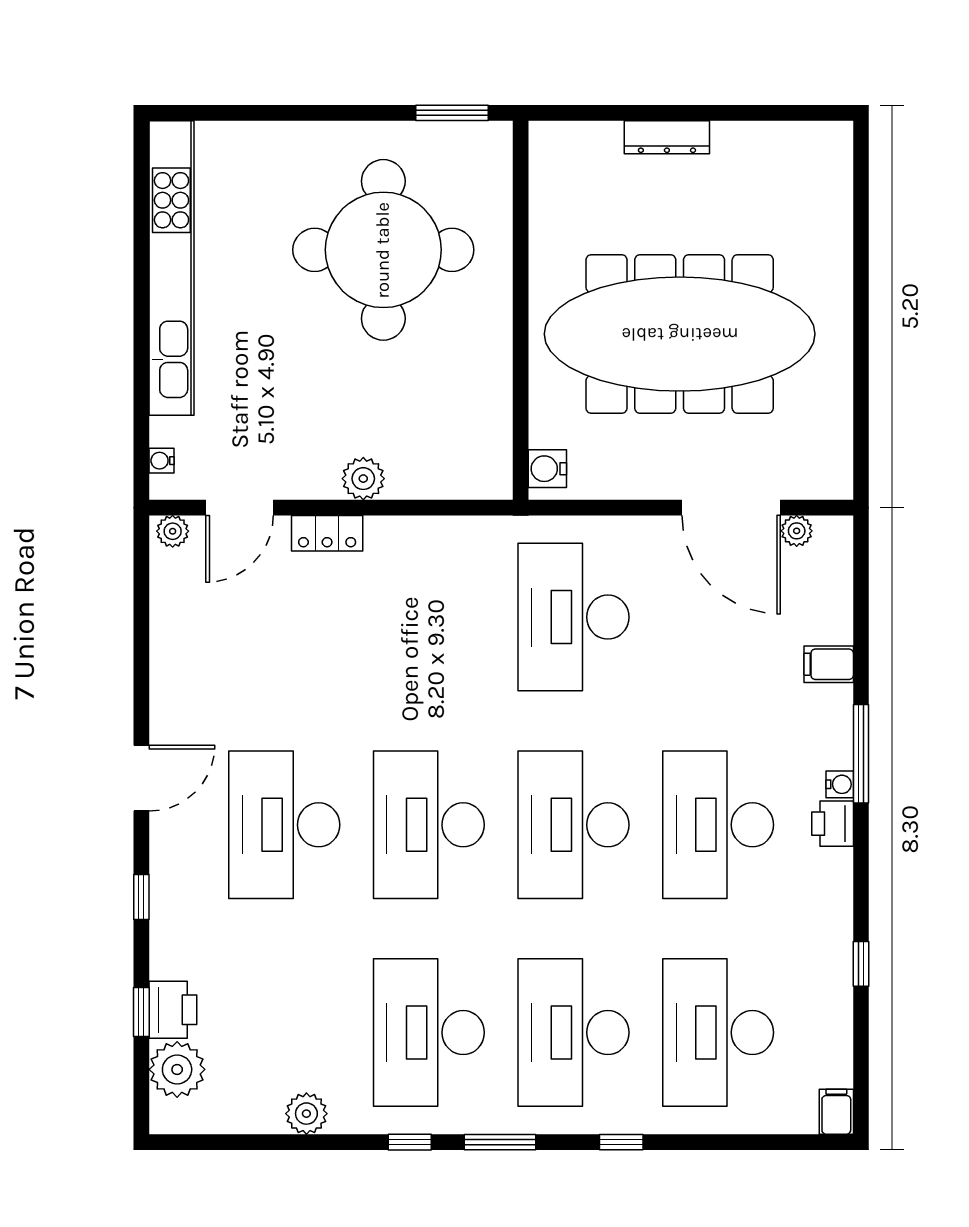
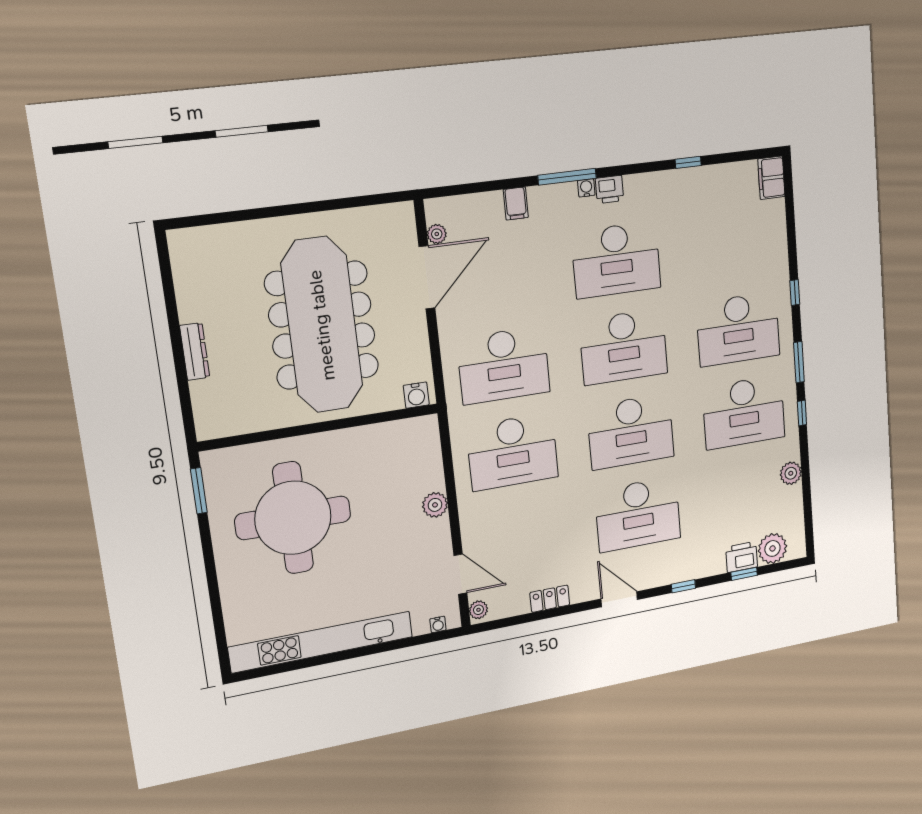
locker: (327, 533) -> (550, 599), moved, turned -90
desk: (718, 1033) -> (512, 452), moved
filing cabinet: (836, 1112) -> (771, 178), width x2.00

